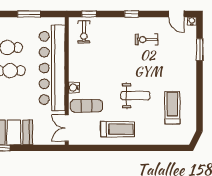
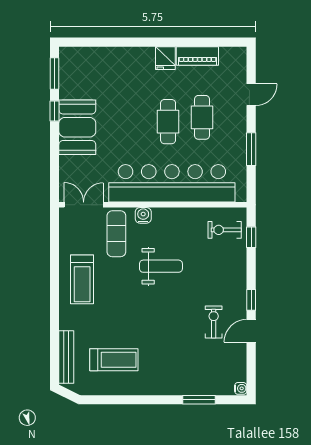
door: (176, 14) -> (251, 331), moved
weight bench: (135, 96) -> (161, 266), moved, turned -90
bench: (171, 140) -> (66, 357), added

